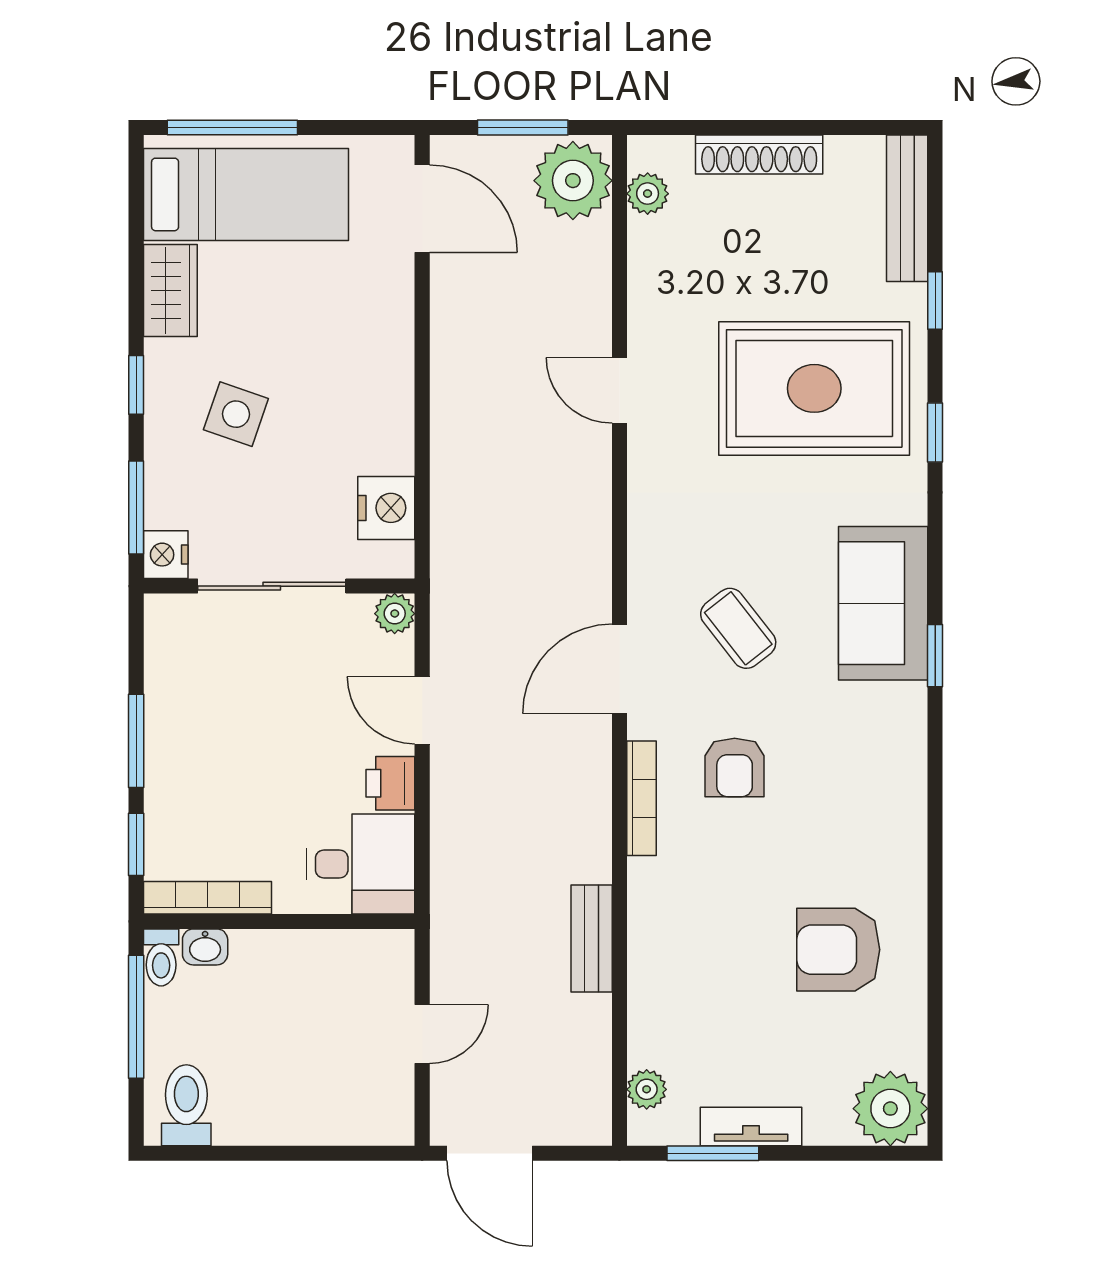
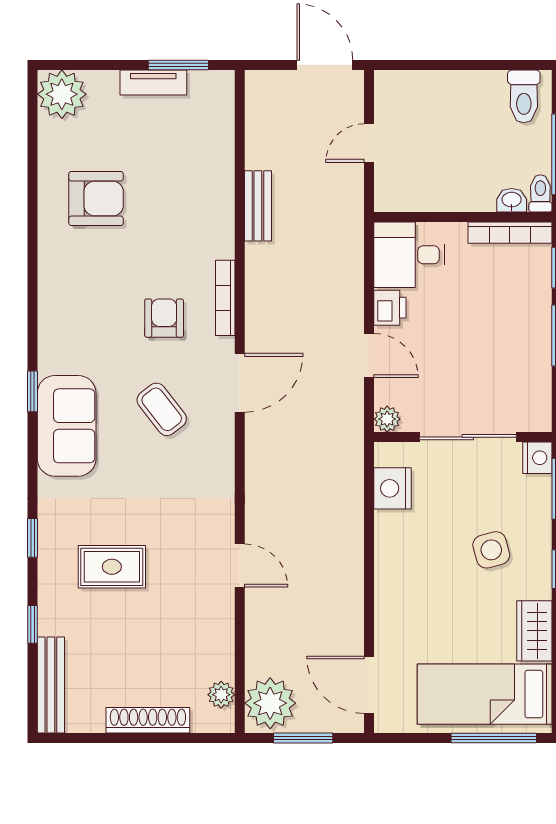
rug: (814, 388) -> (112, 567), width x0.54, depth x0.49
side table: (236, 414) -> (491, 550), turned -34
plant: (647, 1089) -> (222, 107), removed

